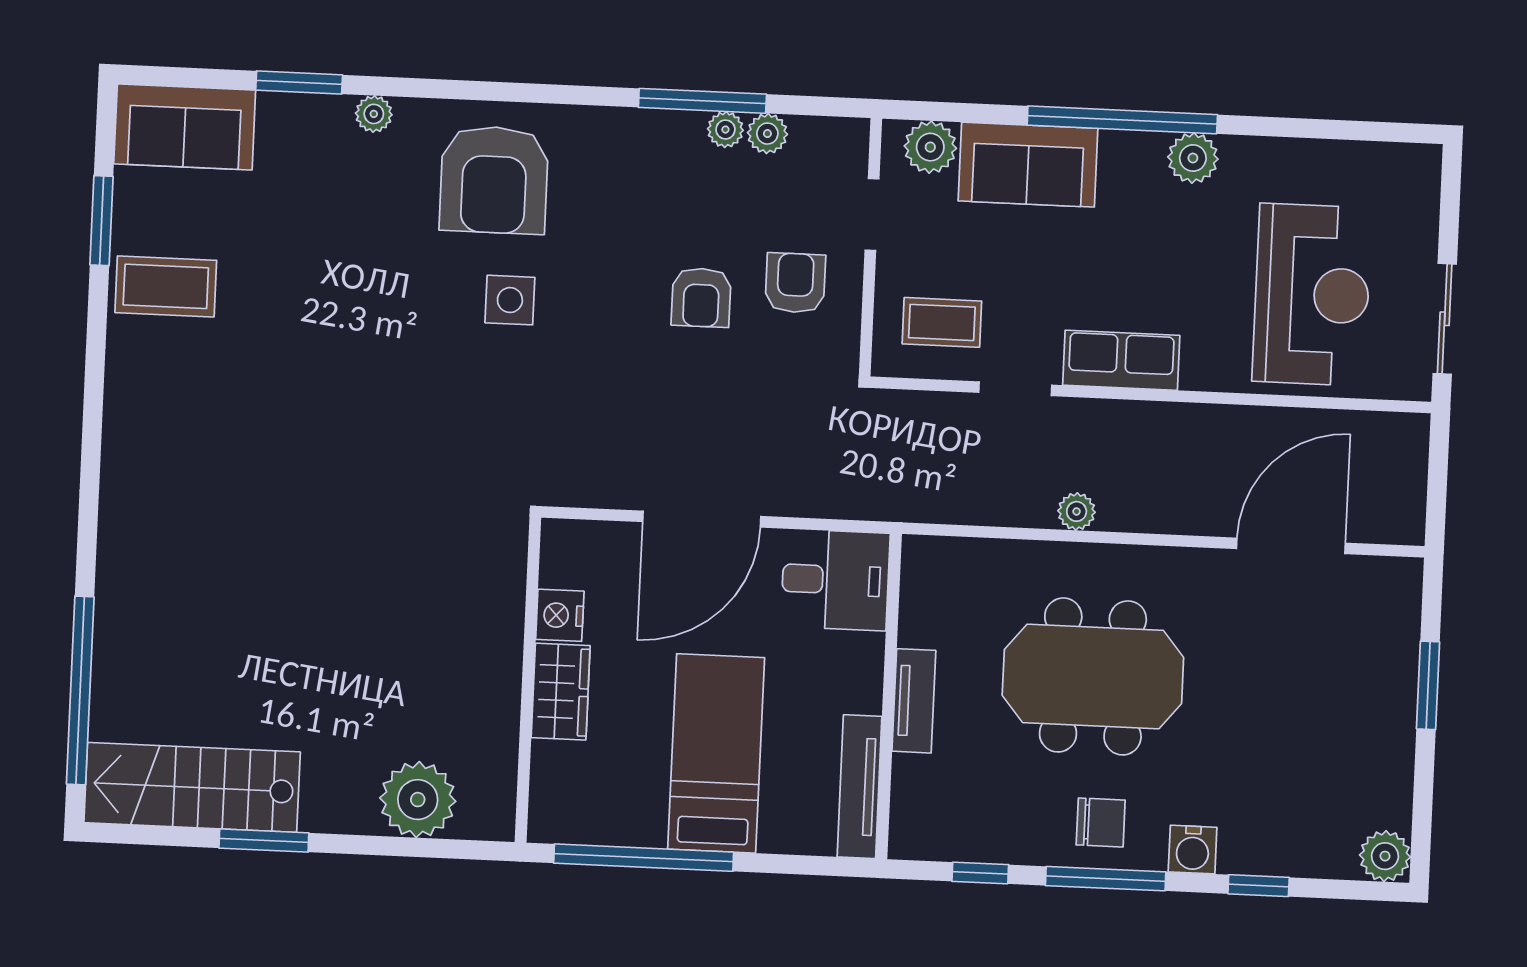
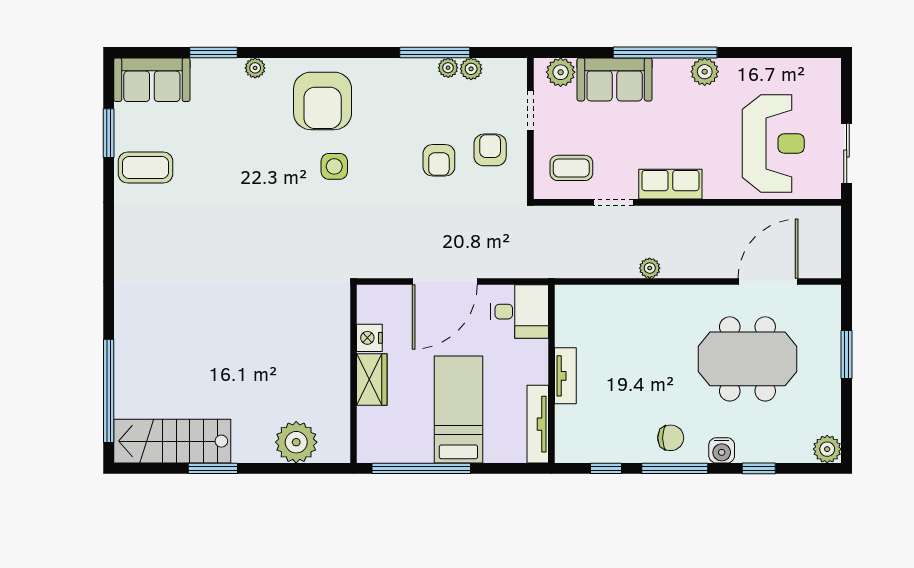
meeting table: (1093, 676) -> (747, 359), moved

